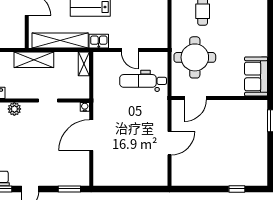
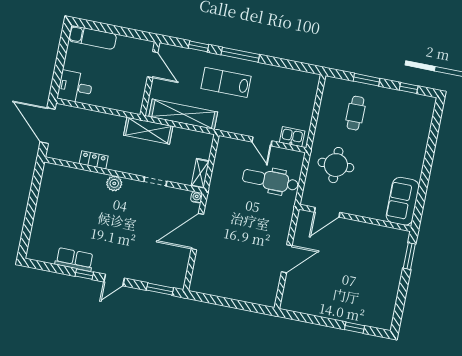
kitchen sink: (99, 41) -> (292, 137), moved
round table: (195, 57) -> (336, 165), width x0.73, depth x0.73
shelving: (84, 64) -> (200, 173), moved

